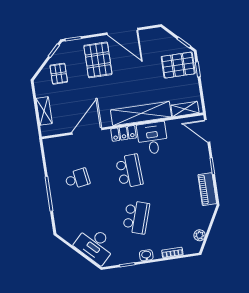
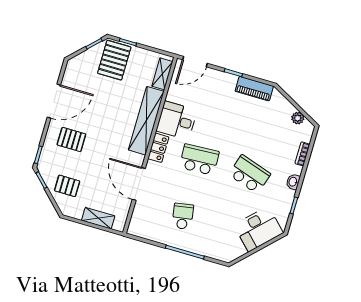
pallet: (98, 60) -> (71, 139), width x0.67, depth x0.71

